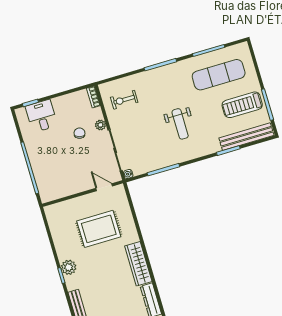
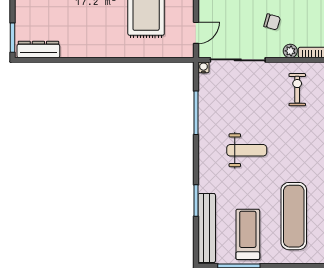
weight bench: (180, 124) -> (247, 150), turned 180
plant: (100, 125) -> (290, 51), moved
wardrobe: (138, 264) -> (88, 47), removed

